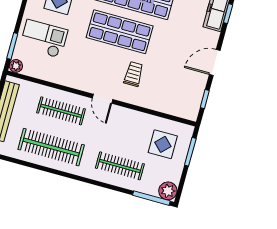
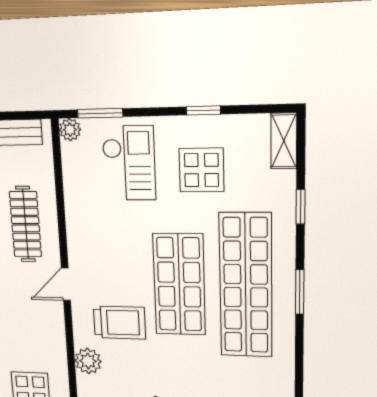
trolley: (134, 74) -> (119, 323), width x1.36, depth x1.39
plant: (153, 101) -> (88, 361), added

